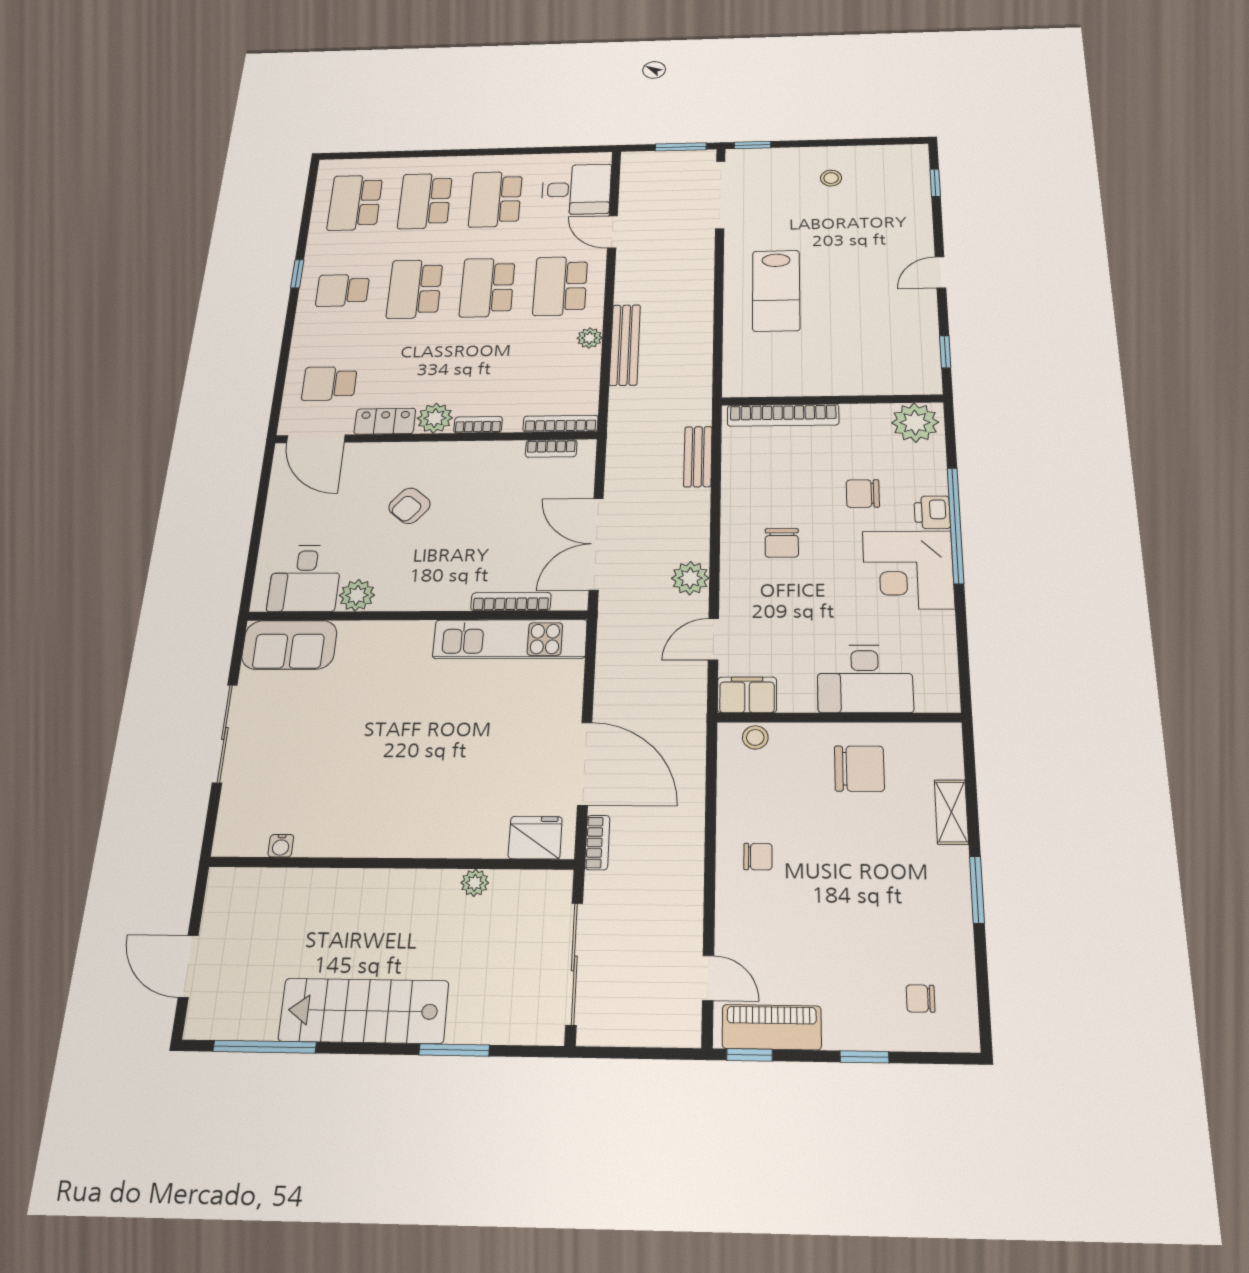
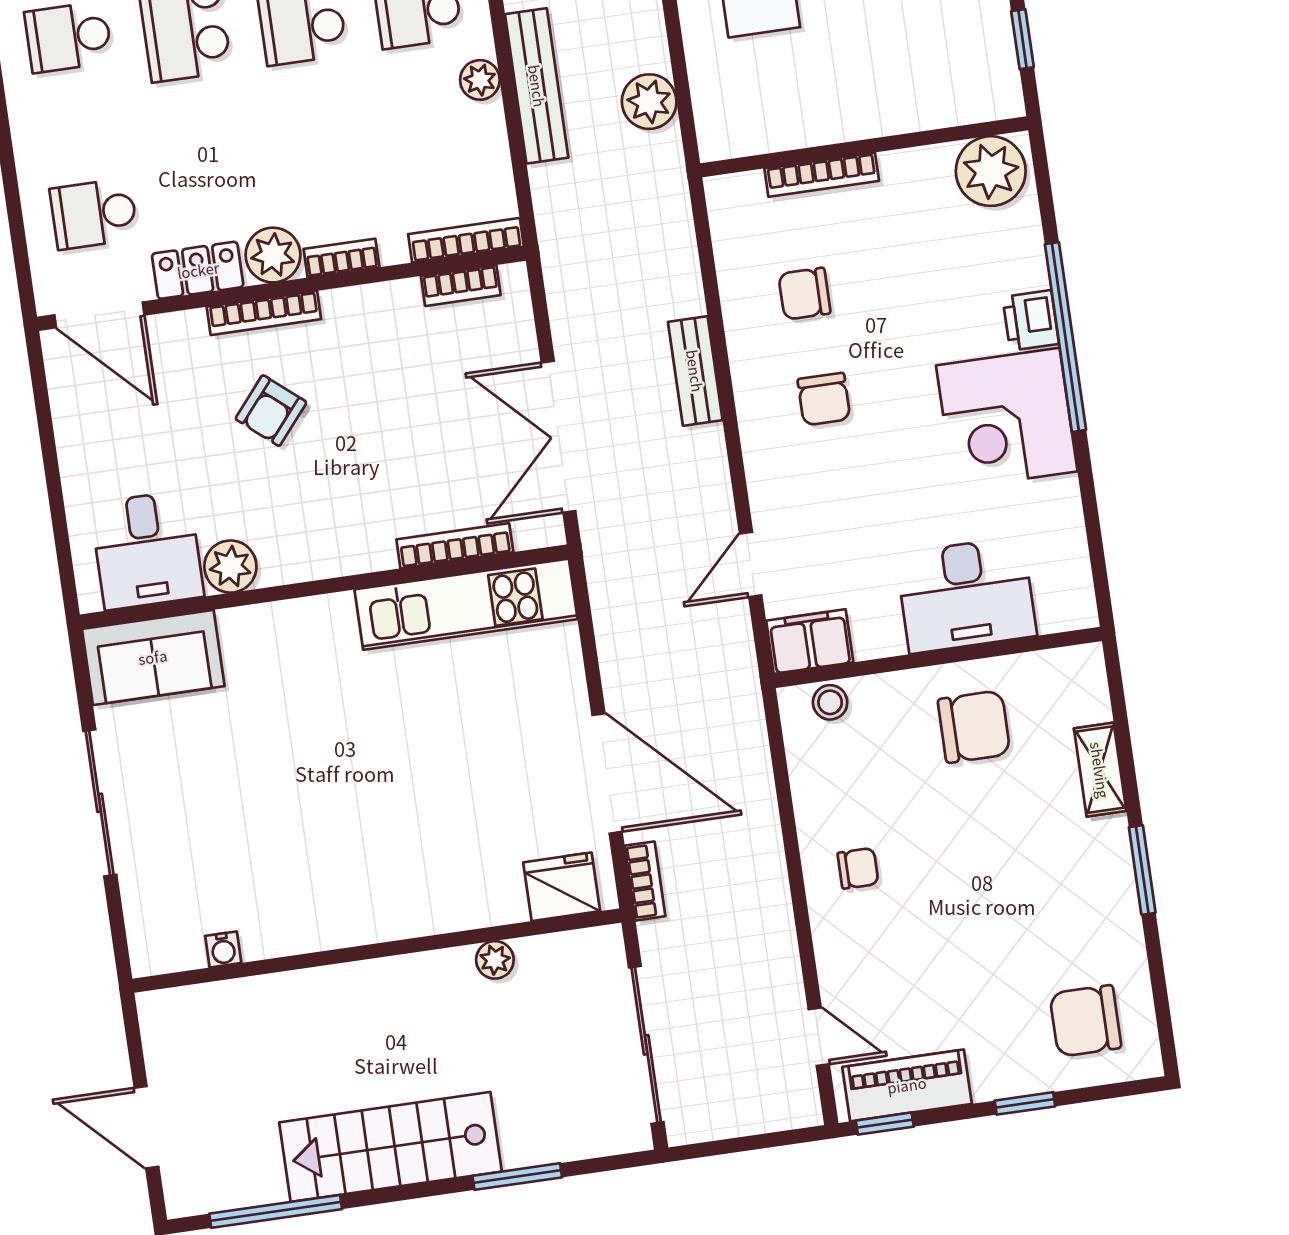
bookcase: (783, 415) -> (822, 175), width x0.68, depth x0.76
bookcase: (420, 450) -> (264, 313), added
bench: (698, 457) -> (695, 371), moved
chair: (863, 494) -> (804, 294), moved
plant: (690, 578) -> (649, 102), moved
chair: (920, 998) -> (1085, 1021), width x1.87, depth x1.87

